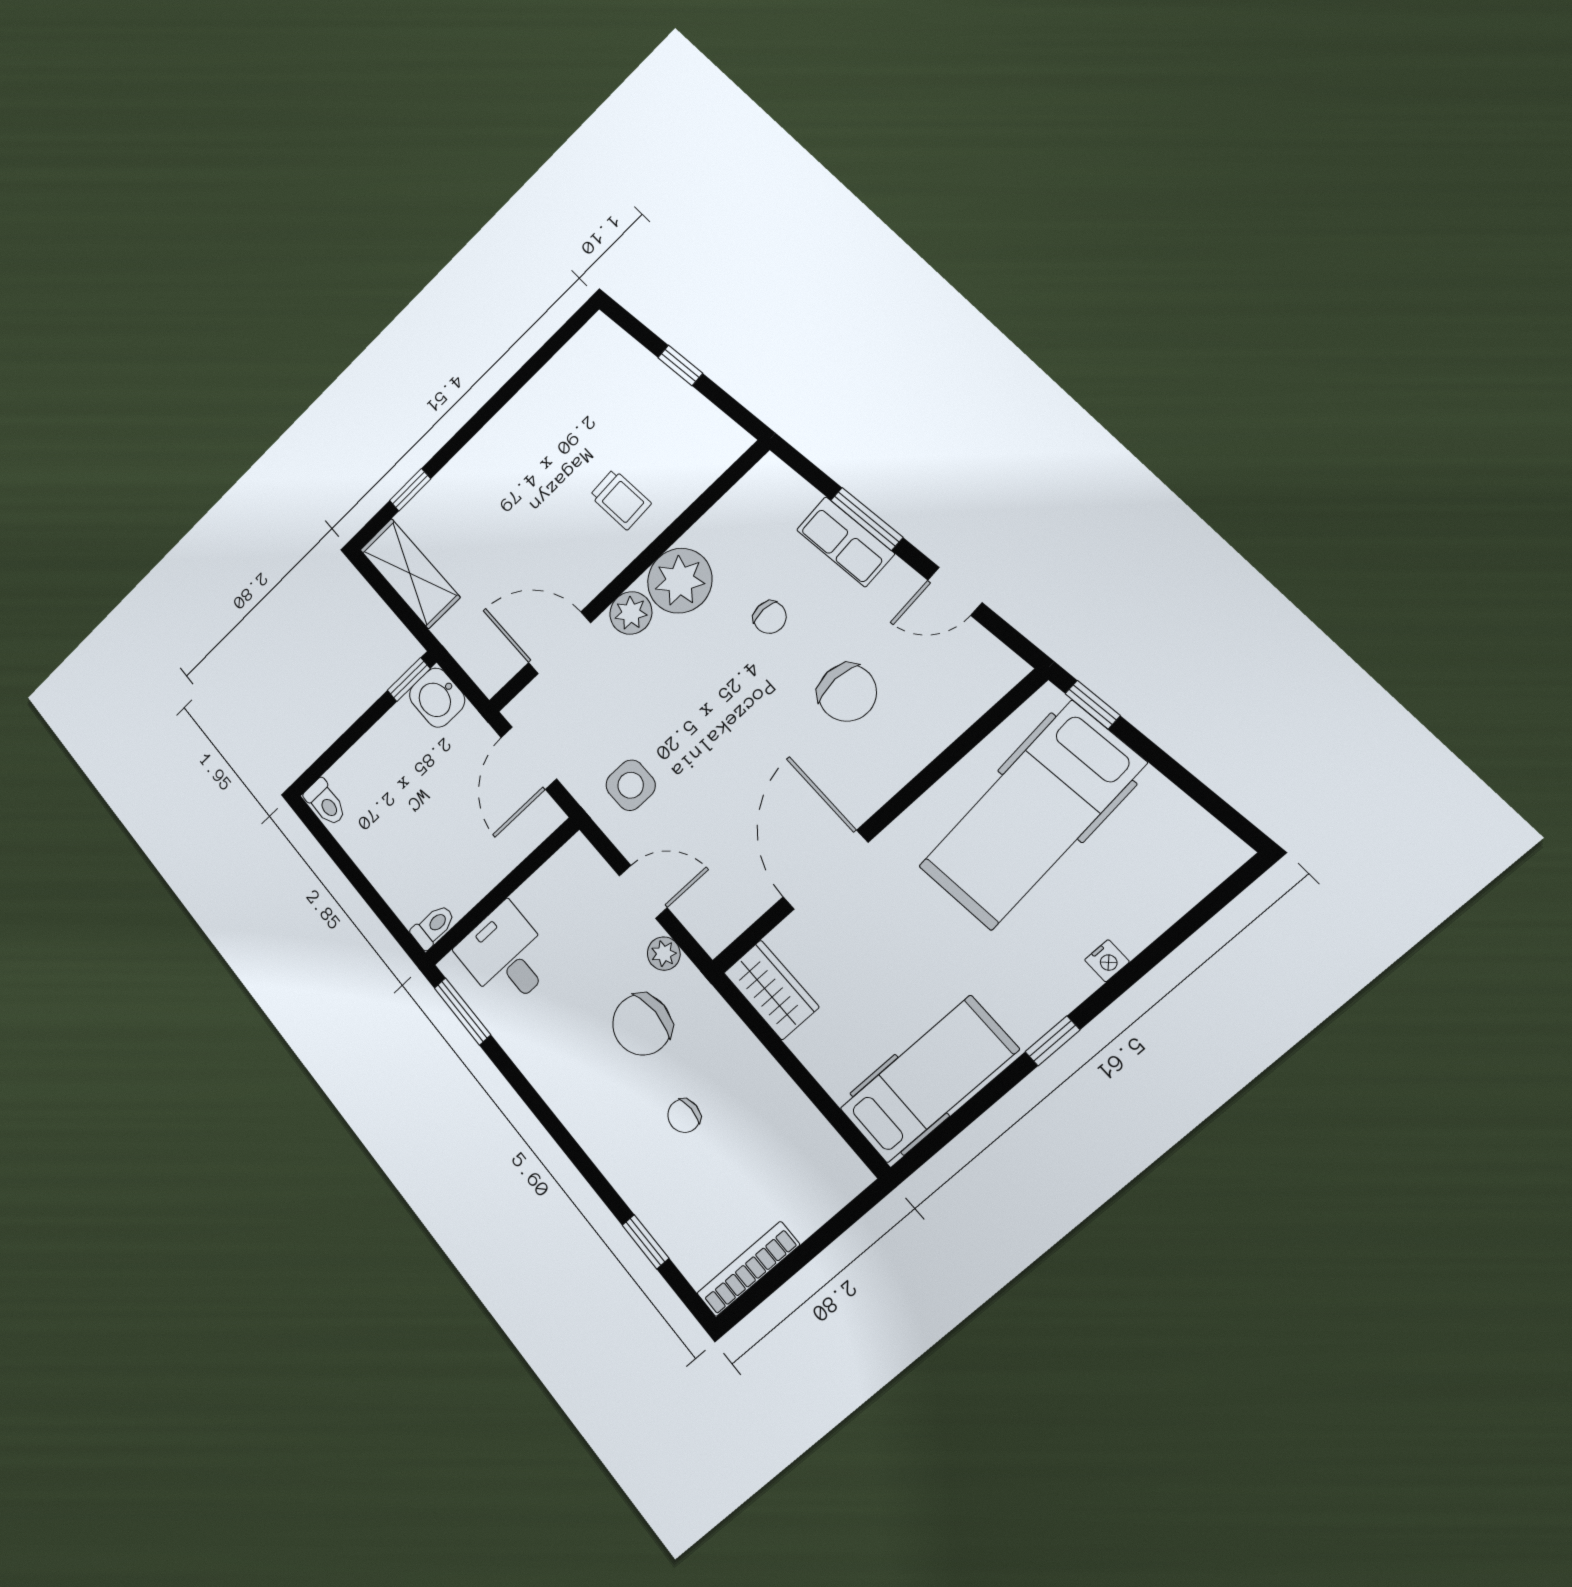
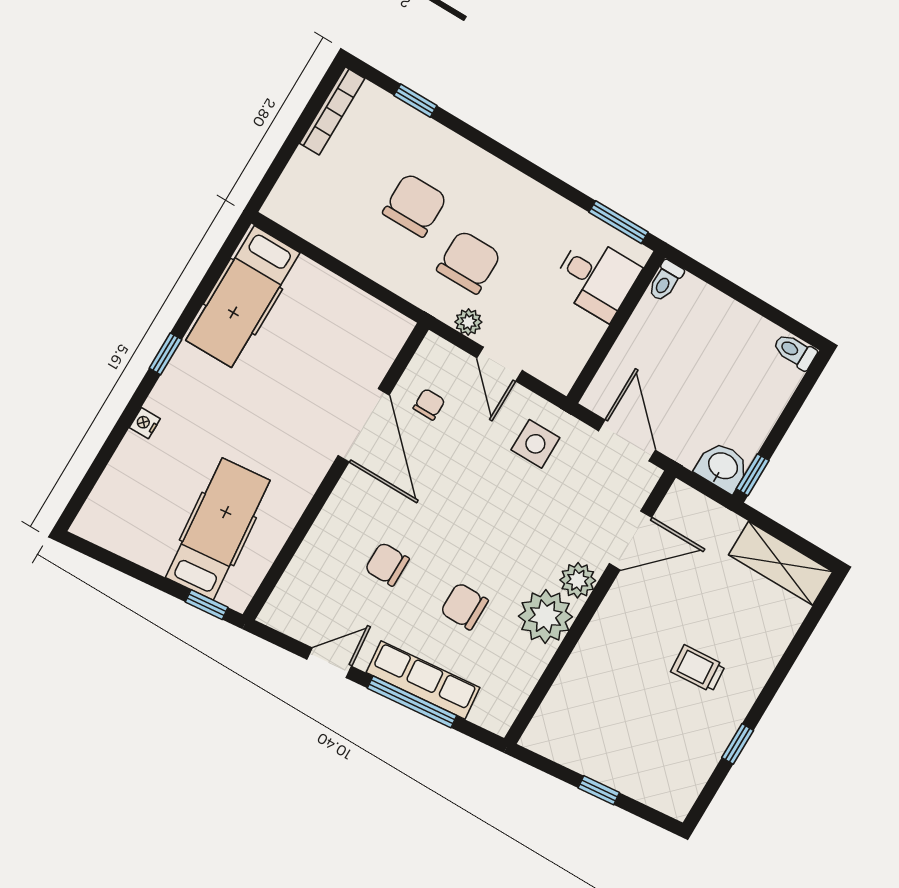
window: (410, 490) -> (738, 744), moved
trolley: (620, 499) -> (698, 669), moved
window: (867, 519) -> (412, 702), width x1.44
row of seats: (845, 542) -> (423, 680), width x1.48
chair: (770, 617) -> (464, 606), width x1.37, depth x1.37
chair: (847, 693) -> (387, 564), width x0.73, depth x0.73
hospital bed: (1032, 815) -> (218, 529), width x0.73, depth x0.78
chair: (739, 870) -> (429, 404), added
door: (643, 892) -> (499, 364), hinge flipped
wardrobe: (771, 990) -> (377, 322), removed
chair: (684, 1116) -> (415, 205), width x1.87, depth x1.87

